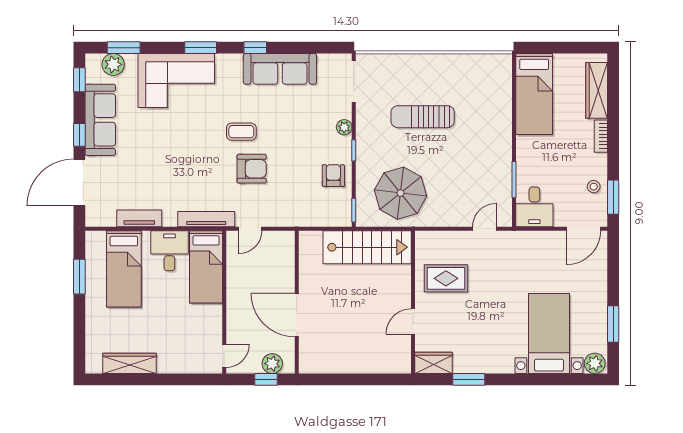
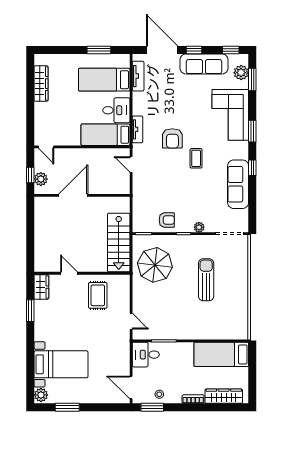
armchair: (252, 169) -> (172, 138), moved
tv unit: (139, 218) -> (138, 76), moved
tv unit: (206, 219) -> (138, 129), width x0.71

